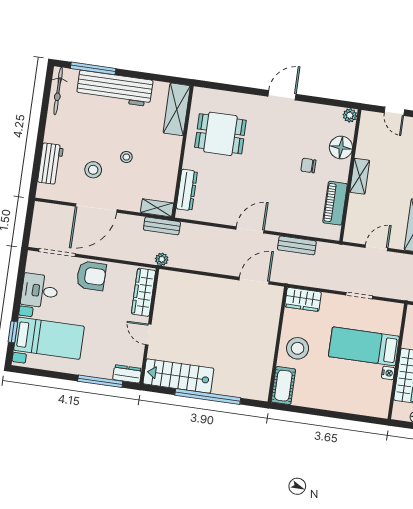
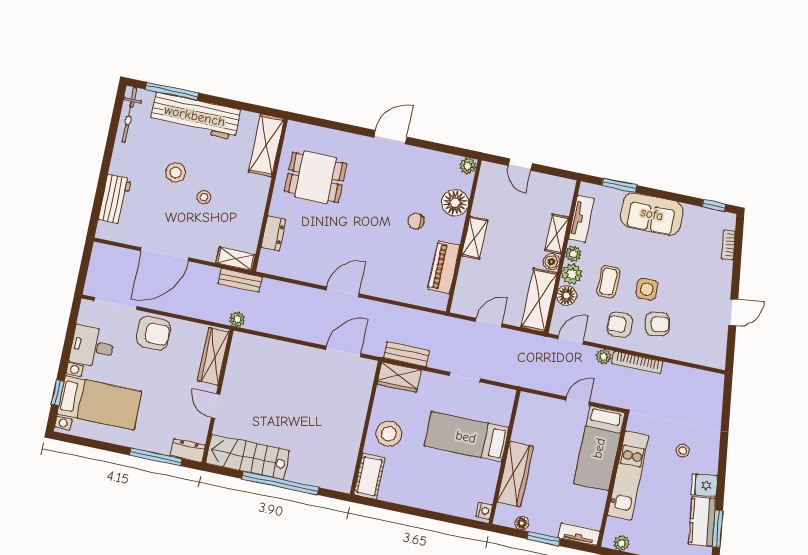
stool: (93, 170) -> (176, 172), moved
dresser: (187, 190) -> (273, 233), width x0.70
bench: (297, 245) -> (406, 354), moved
nightstand: (388, 373) -> (484, 511), moved

